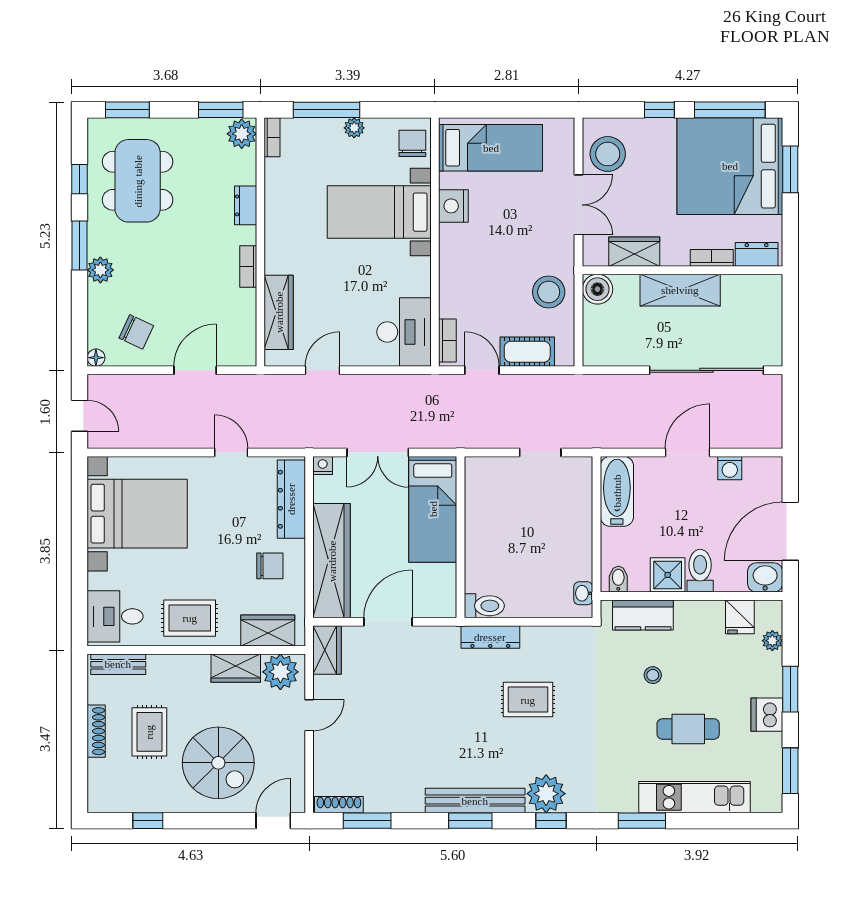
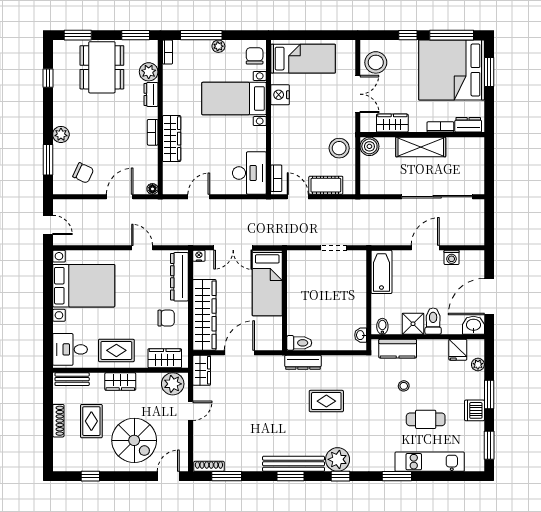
plant: (242, 134) -> (149, 72), moved
dining table: (138, 181) -> (102, 67), moved
window: (80, 246) -> (48, 160), moved
wardrobe: (279, 312) -> (172, 139), moved
floor lamp: (96, 358) -> (152, 189), moved
wardrobe: (236, 668) -> (120, 382), moved

